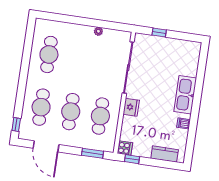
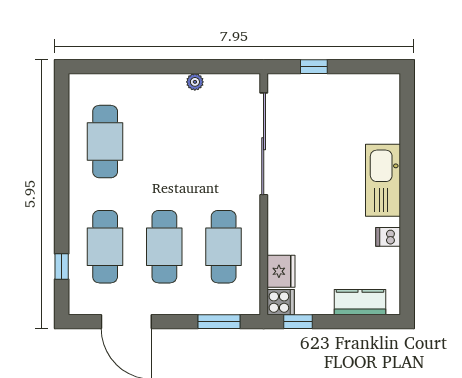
fridge: (131, 107) -> (281, 271), moved
window: (16, 125) -> (62, 266), moved

